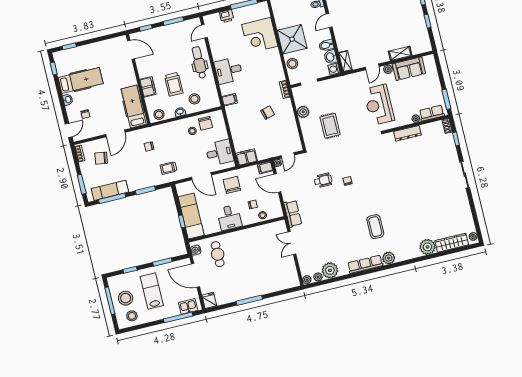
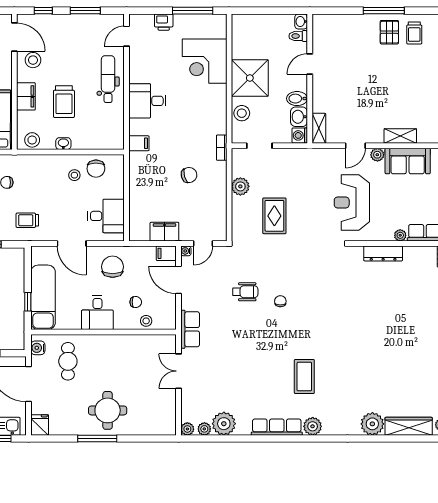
stool: (194, 99) -> (33, 60), moved
filing cabinet: (246, 157) -> (164, 232), moved
round table: (251, 280) -> (108, 410), added

